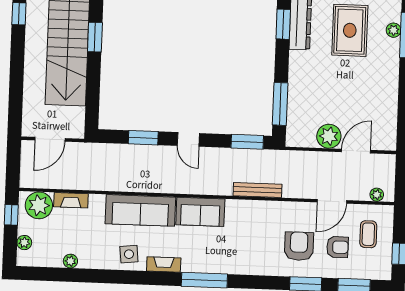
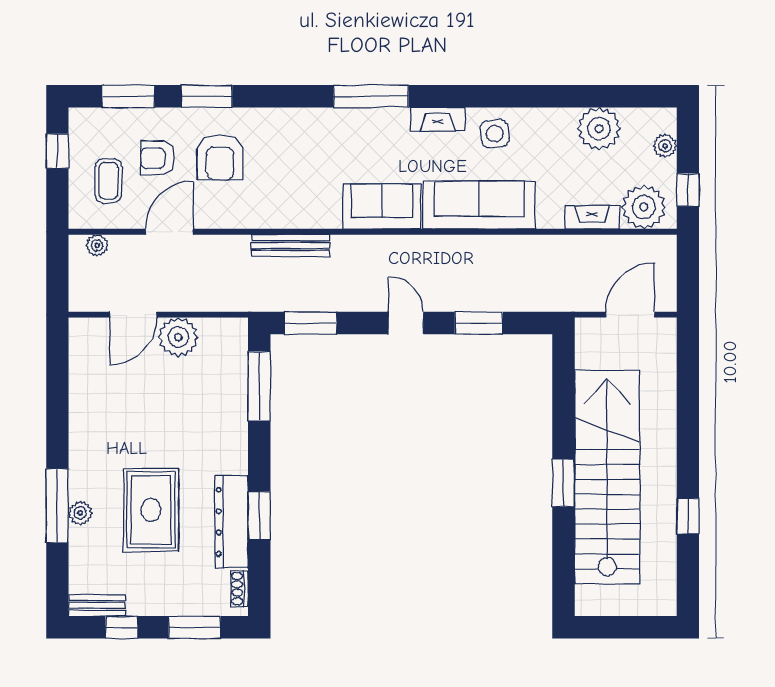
plant: (70, 261) -> (599, 129), width x1.87, depth x1.87

